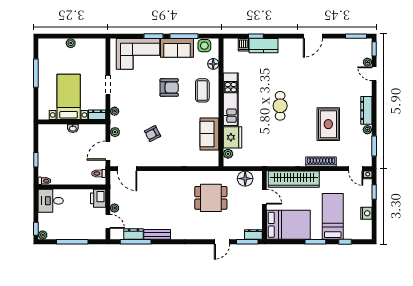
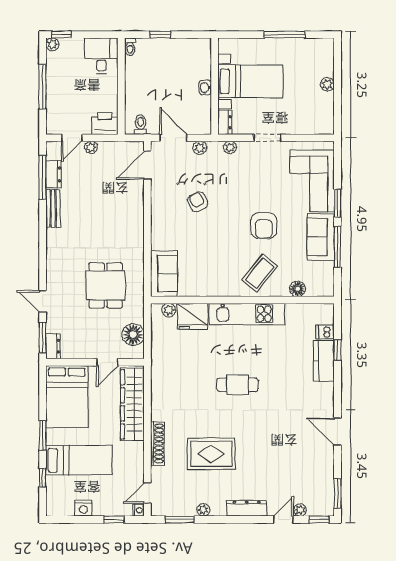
side table: (204, 46) -> (324, 276), removed
coffee table: (202, 90) -> (260, 273), turned -51
dresser: (366, 110) -> (247, 508), moved
sofa: (209, 134) -> (164, 274), moved, turned 90

